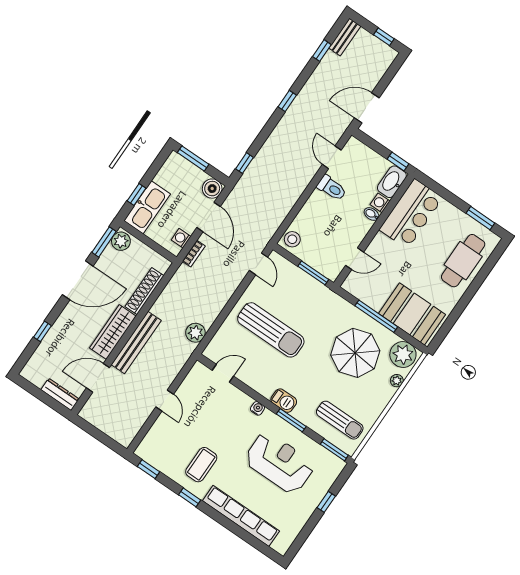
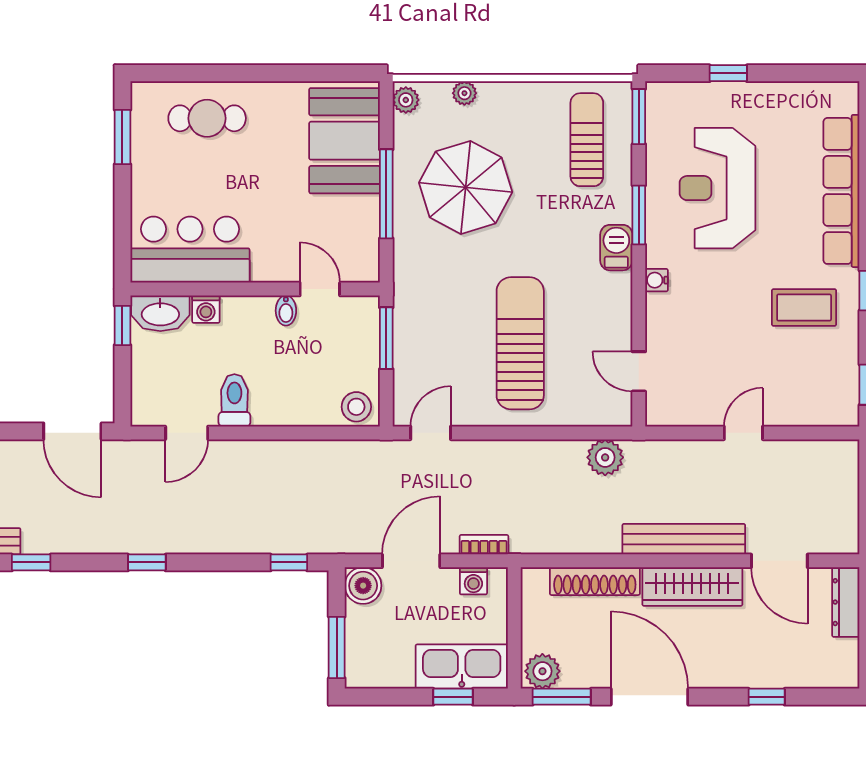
bidet: (371, 214) -> (286, 311), moved
cafe table: (463, 261) -> (207, 118), width x0.73, depth x0.74
plant: (403, 355) -> (406, 100), width x0.53, depth x0.53

